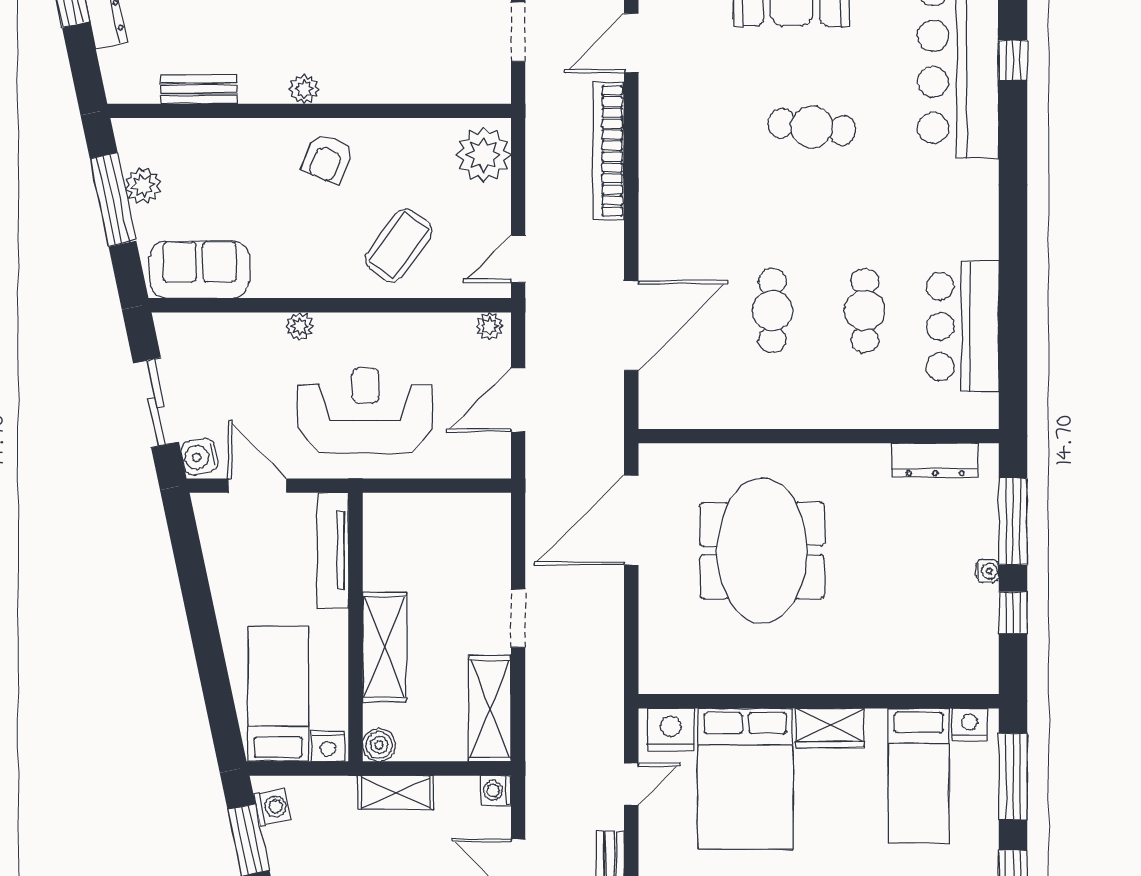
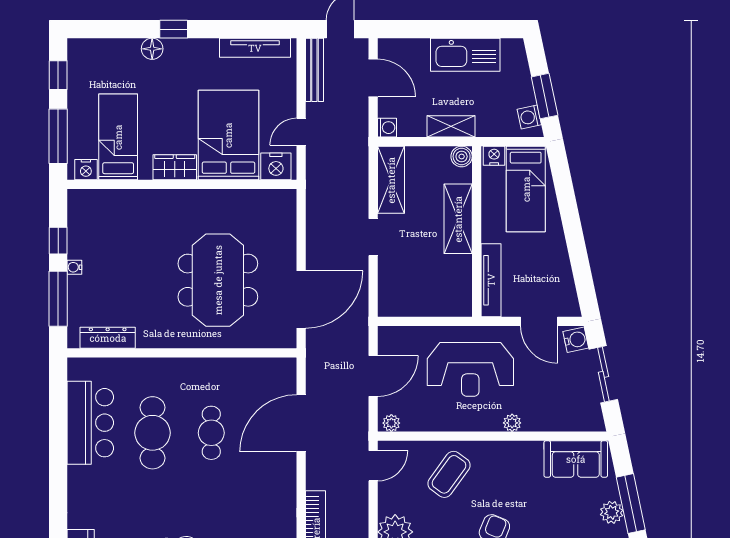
cafe table: (865, 311) -> (152, 433), width x1.37, depth x1.35

